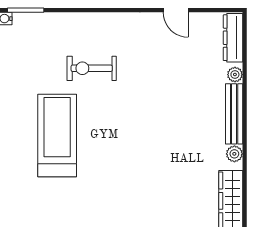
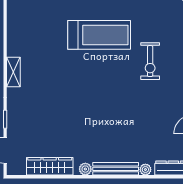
exercise bike: (92, 68) -> (150, 61), turned 180

